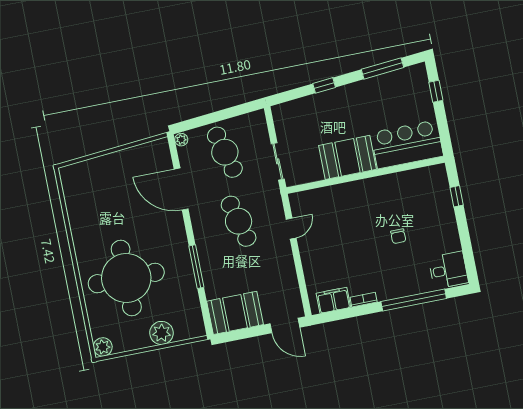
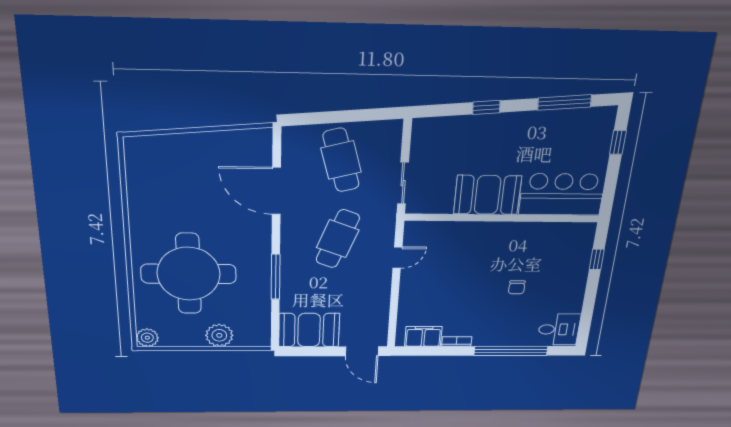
plant: (181, 140) -> (290, 135), removed
cafe table: (239, 221) -> (338, 239), turned 36

